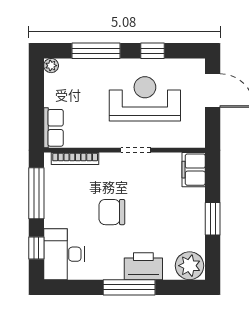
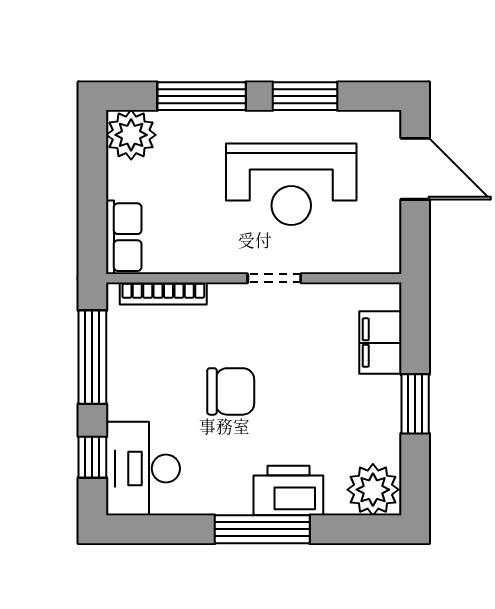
window: (152, 51) -> (305, 96), width x1.50
plant: (51, 66) -> (131, 135), width x1.87, depth x1.87
reception desk: (145, 99) -> (291, 184), turned 180
filing cabinet: (194, 170) -> (380, 343), moved
chair: (112, 212) -> (231, 391), turned 180

